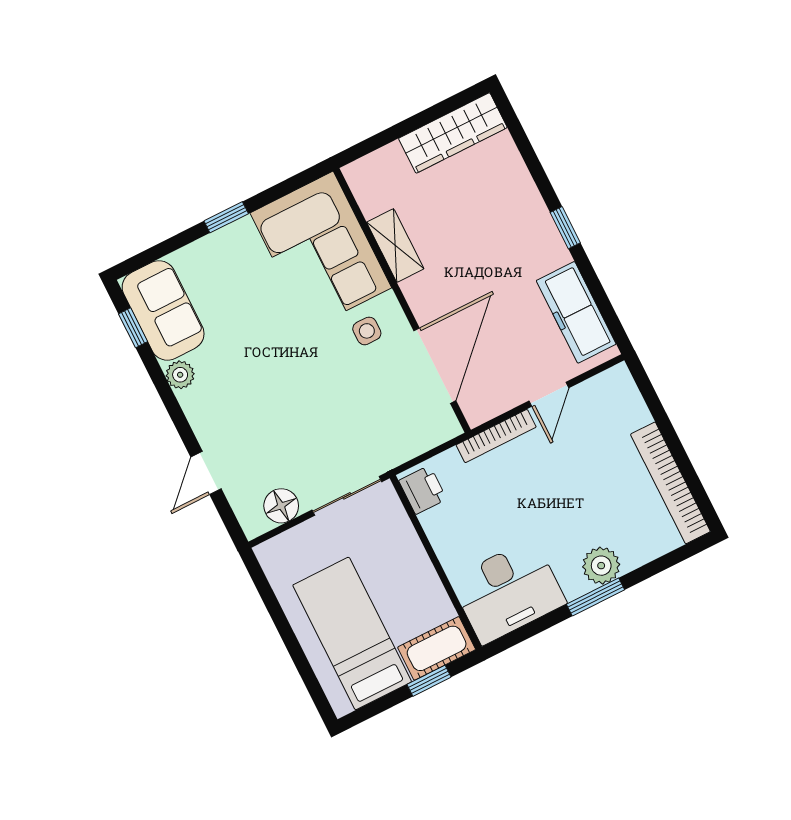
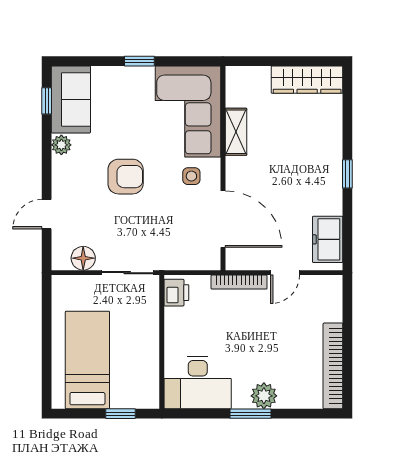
freezer: (576, 312) -> (328, 239), width x0.71
door: (435, 366) -> (223, 219), hinge flipped
armchair: (283, 374) -> (126, 177), added
cot: (437, 648) -> (135, 396), removed

